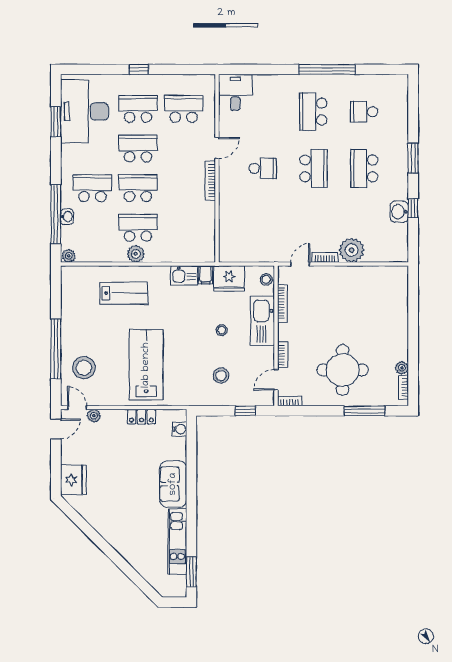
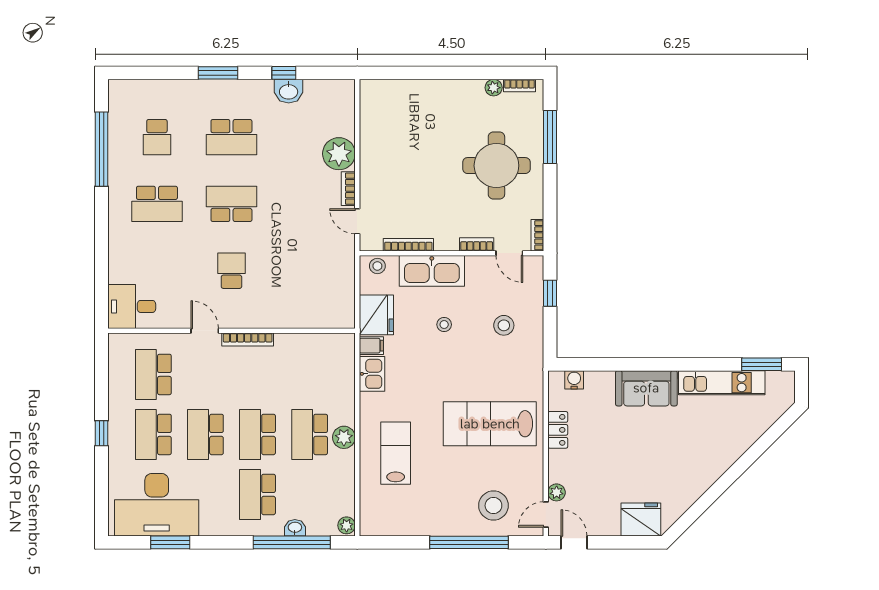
window: (327, 69) -> (102, 149), moved

